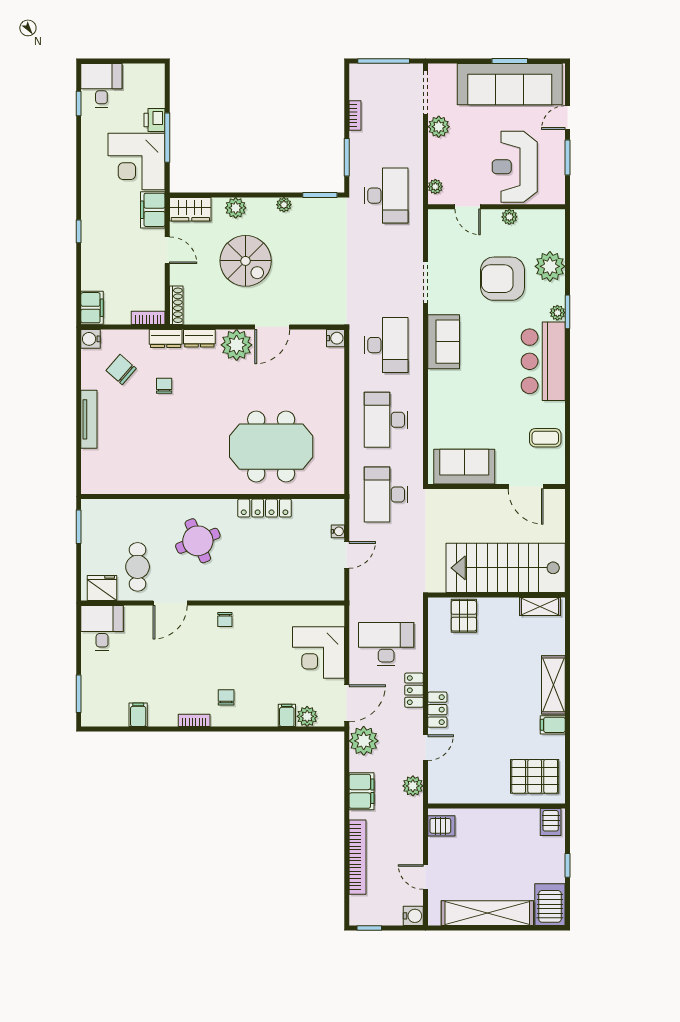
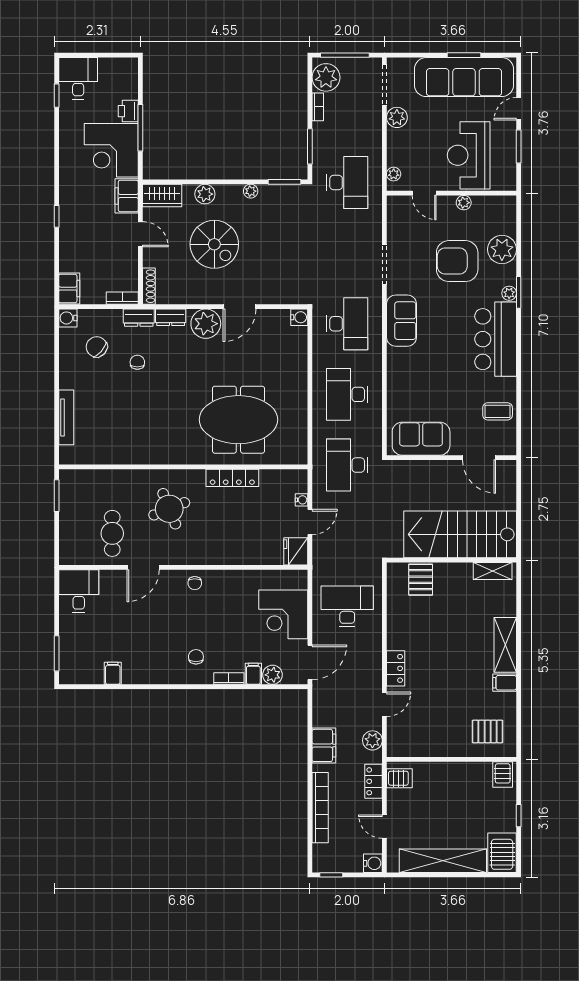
tv unit: (89, 419) -> (66, 417), moved
fridge: (102, 588) -> (296, 551), moved, turned -90
locker: (414, 690) -> (374, 781), moved
bookcase: (194, 720) -> (229, 678), moved
plant: (364, 741) -> (326, 77), moved
pallet: (535, 776) -> (488, 731), width x0.67, depth x0.71

